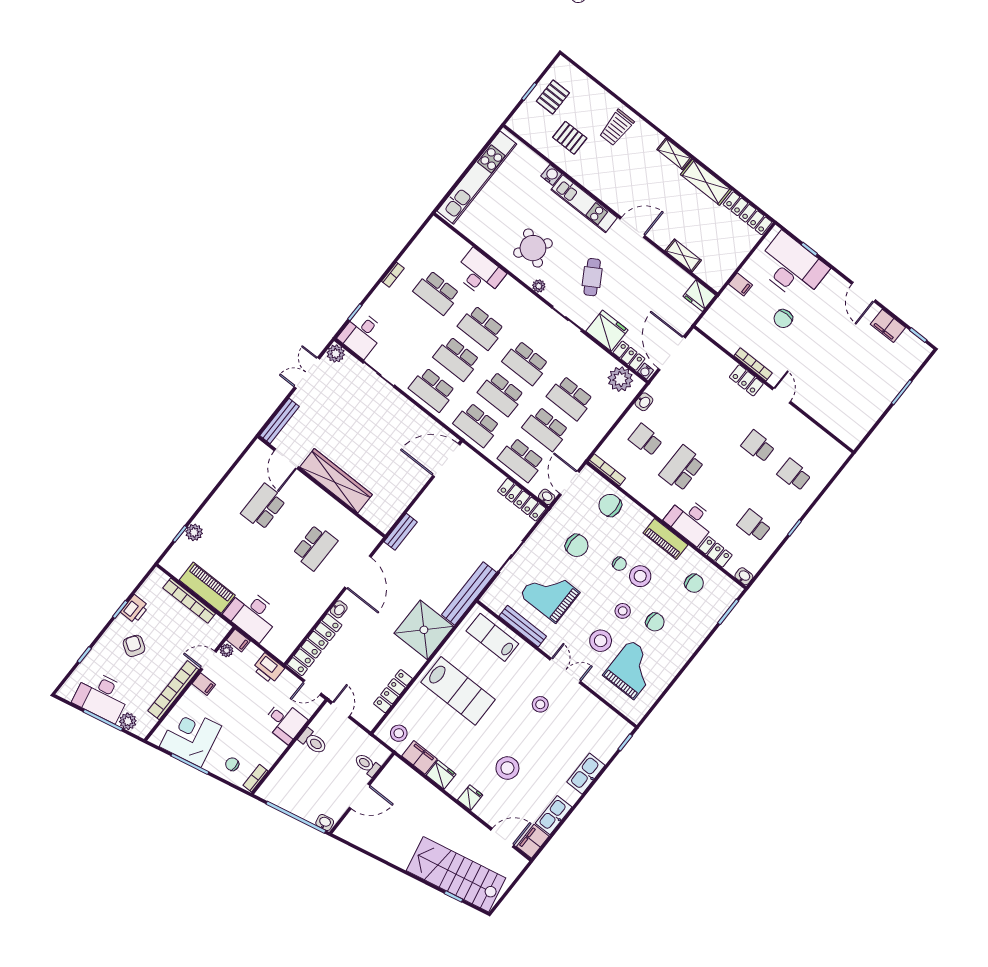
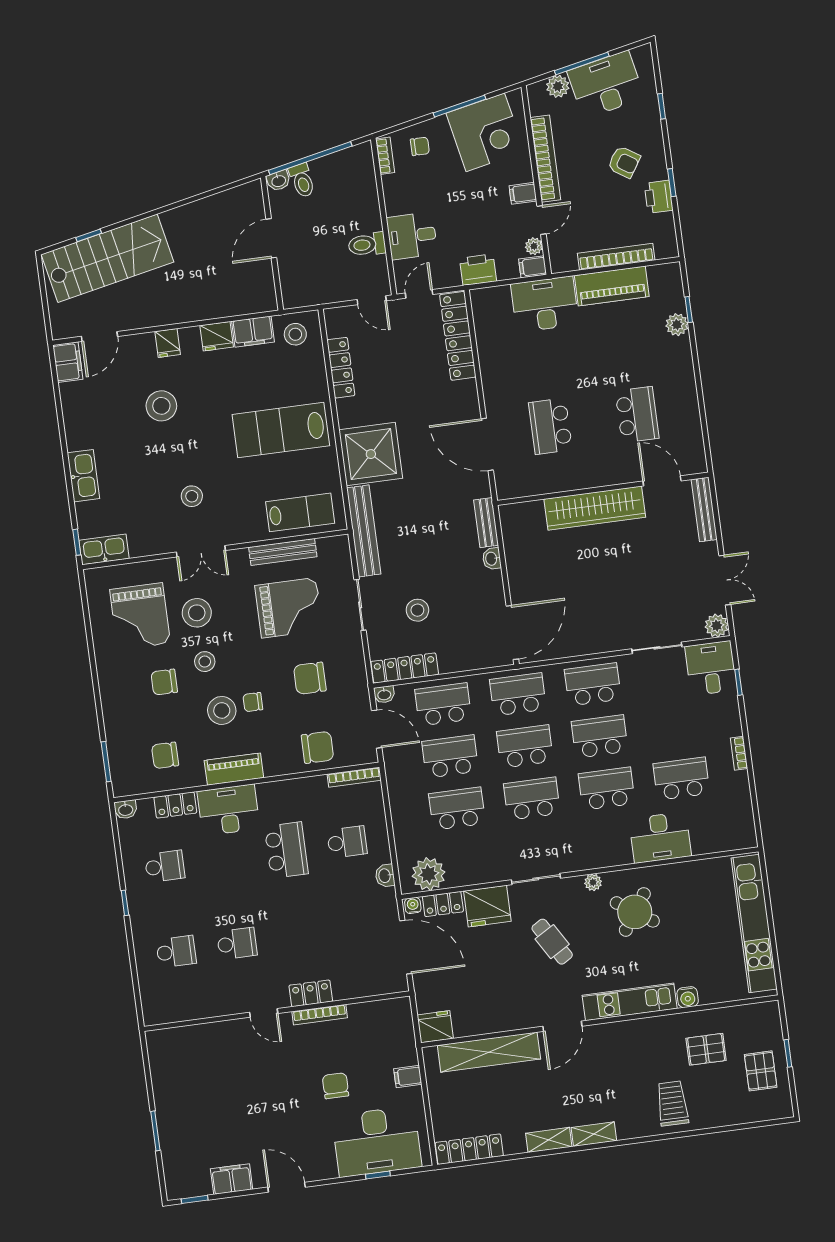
shelving: (706, 182) -> (549, 1140), width x0.67, depth x0.75
shelving: (683, 255) -> (489, 1052), width x2.20, depth x1.33
stool: (484, 523) -> (417, 610), added
washbasin: (339, 609) -> (492, 559), moved
toilet: (367, 765) -> (302, 180), moved, turned 78
kitchen sink: (554, 815) -> (104, 549), moved, turned -90

